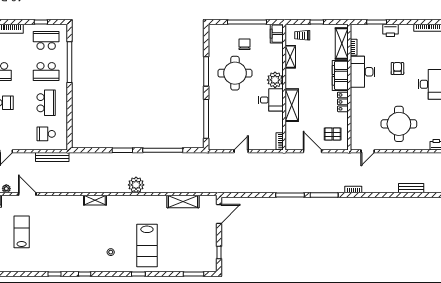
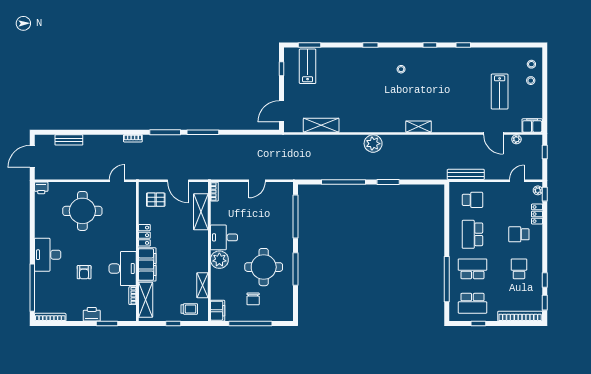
shelving: (292, 105) -> (201, 212), moved
lab bench: (147, 246) -> (308, 66), moved, width x0.73, depth x0.72

